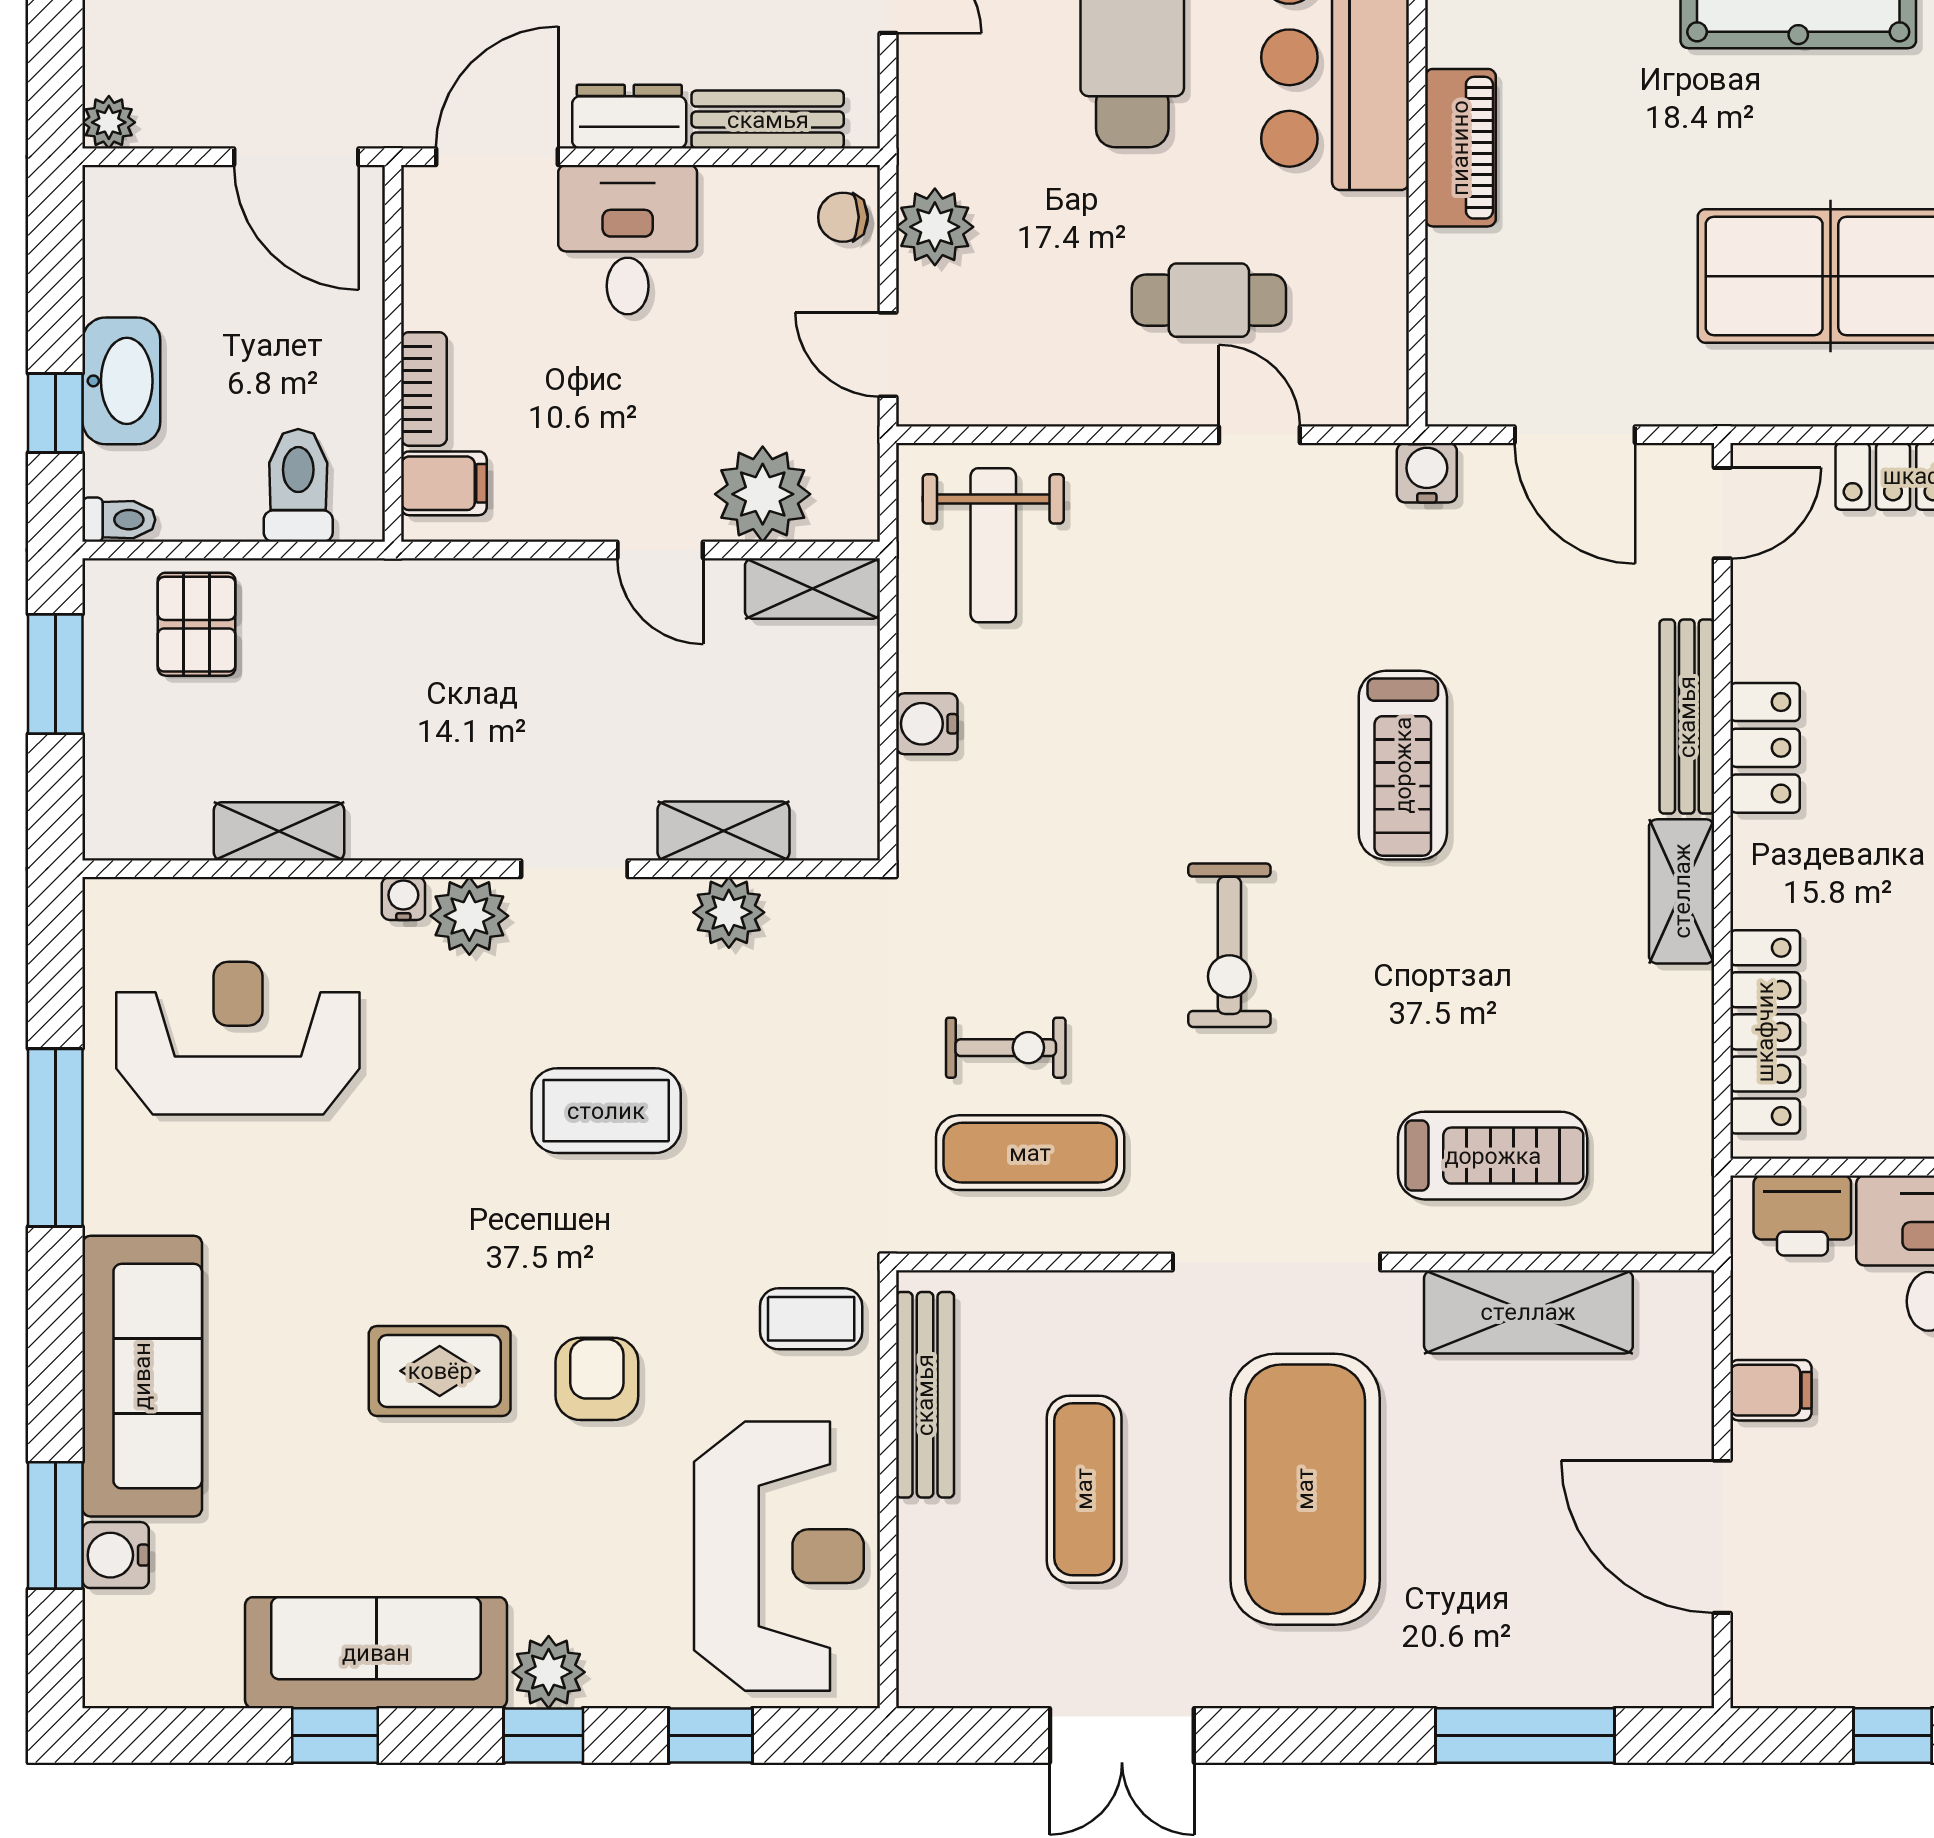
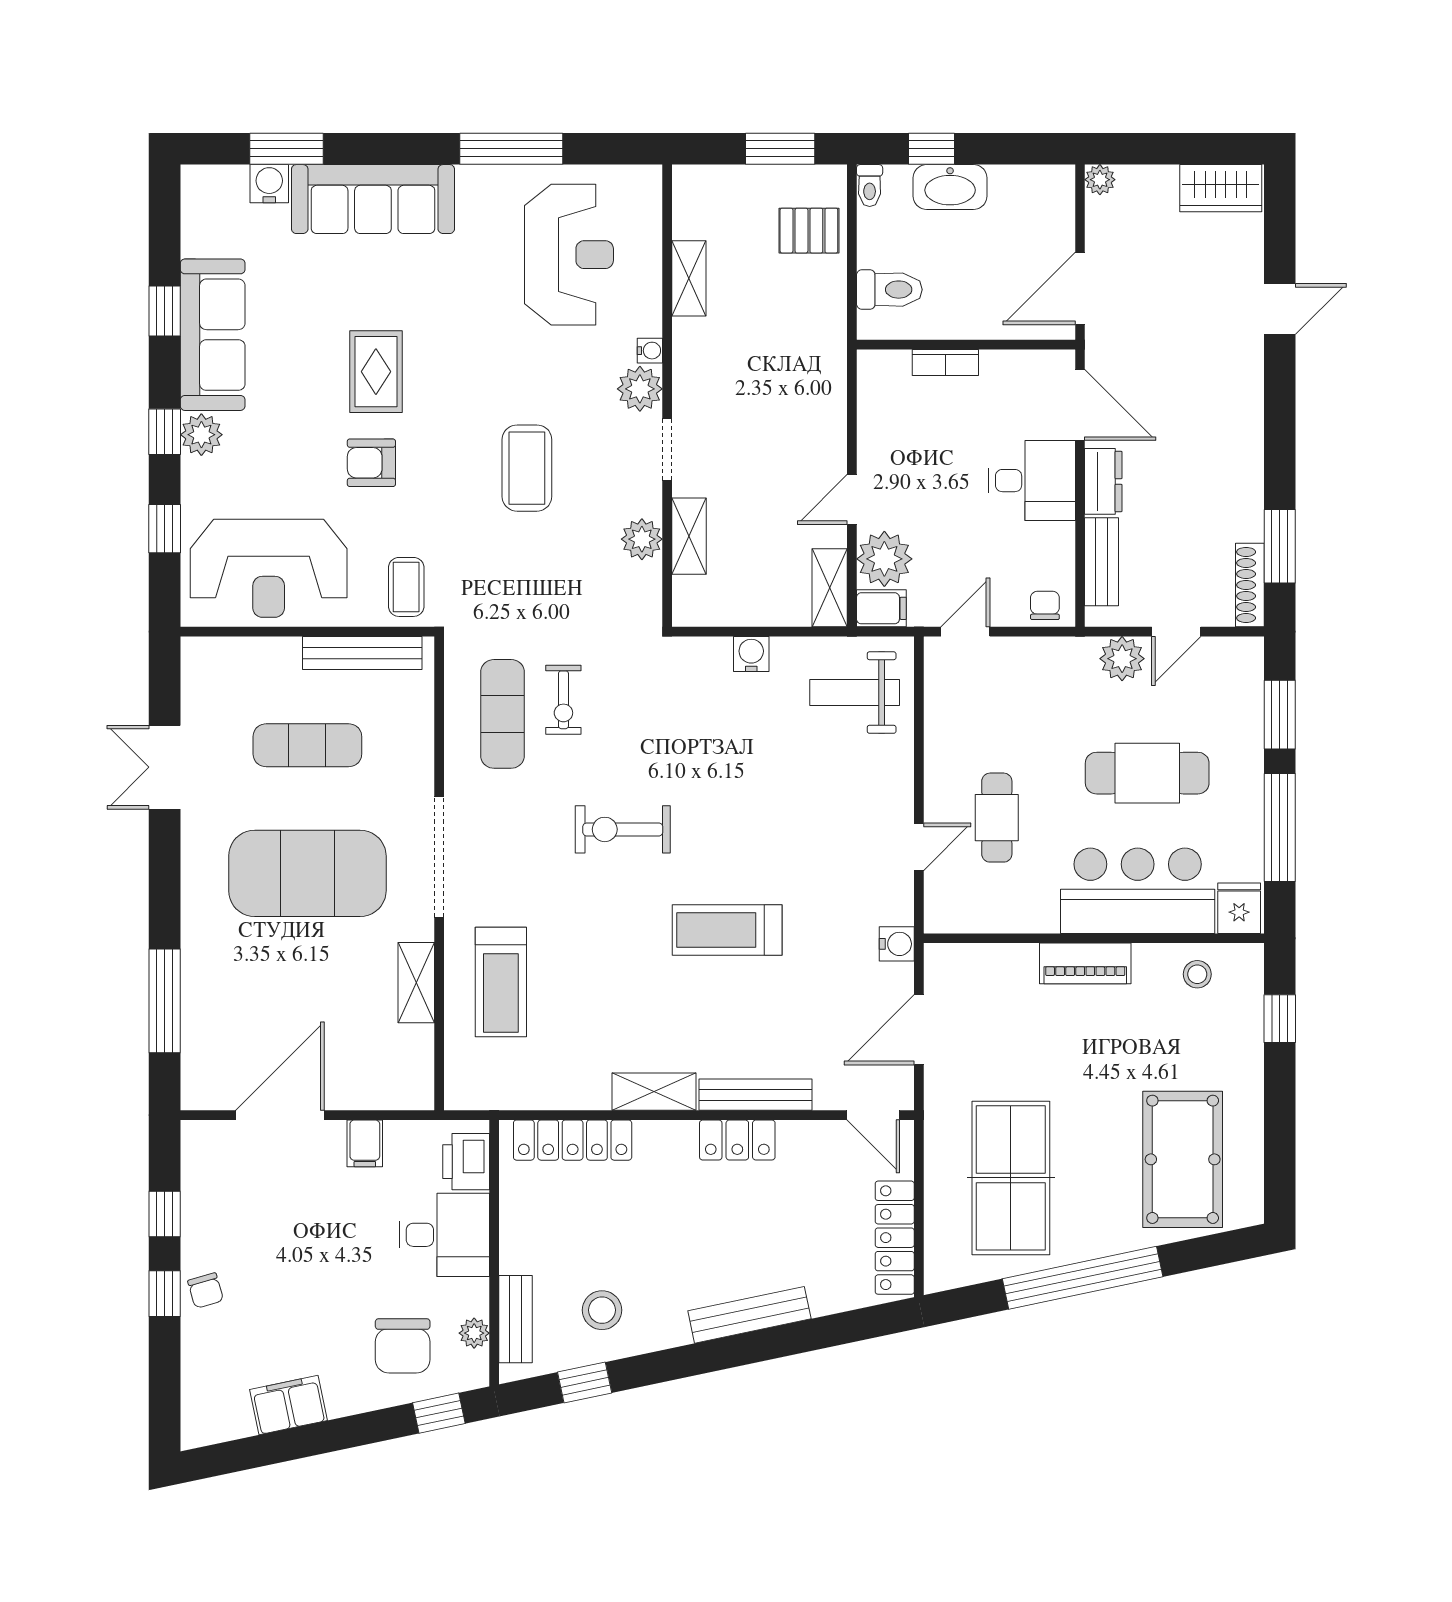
plant: (935, 227) -> (1122, 659), moved
filing cabinet: (444, 483) -> (881, 608), moved, turned -90
shelving: (1528, 1312) -> (416, 983), width x0.67, depth x0.75
armchair: (597, 1379) -> (371, 463), turned 180

